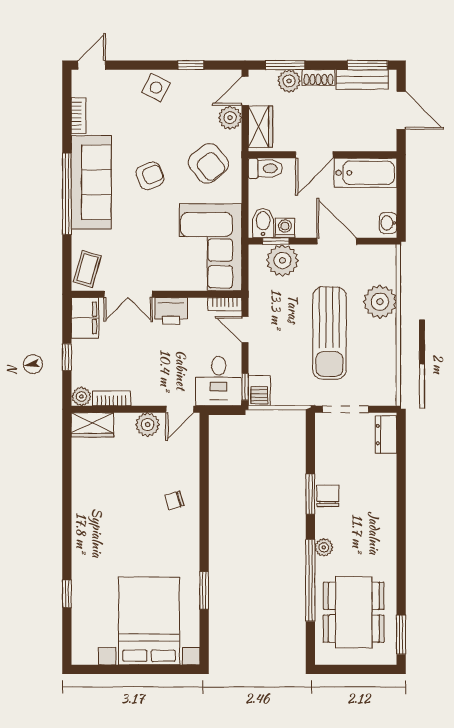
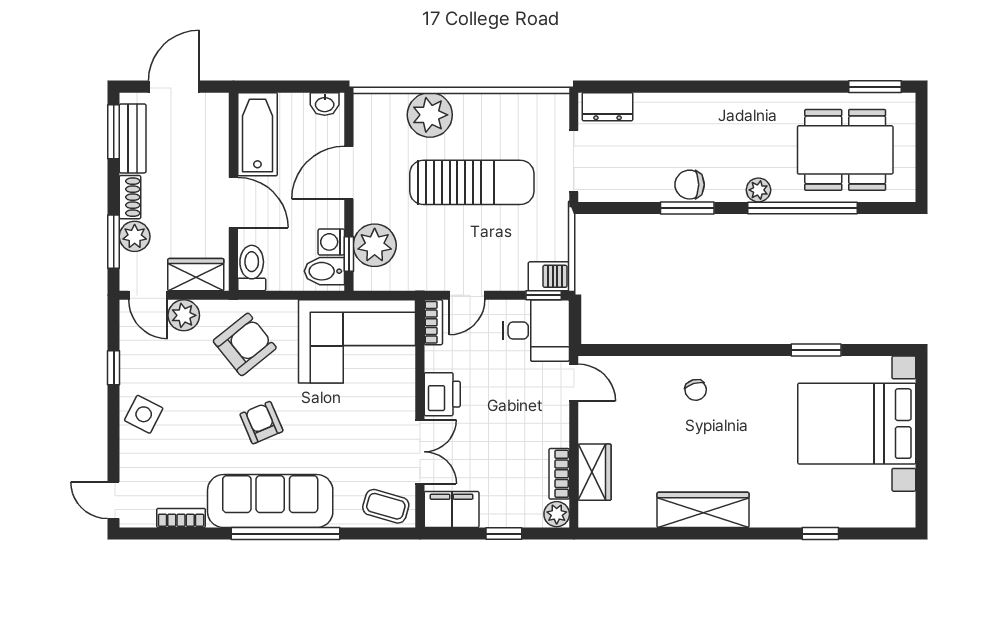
wardrobe: (92, 425) -> (595, 472), moved
plant: (148, 425) -> (594, 426), removed
wardrobe: (85, 506) -> (703, 510), added

